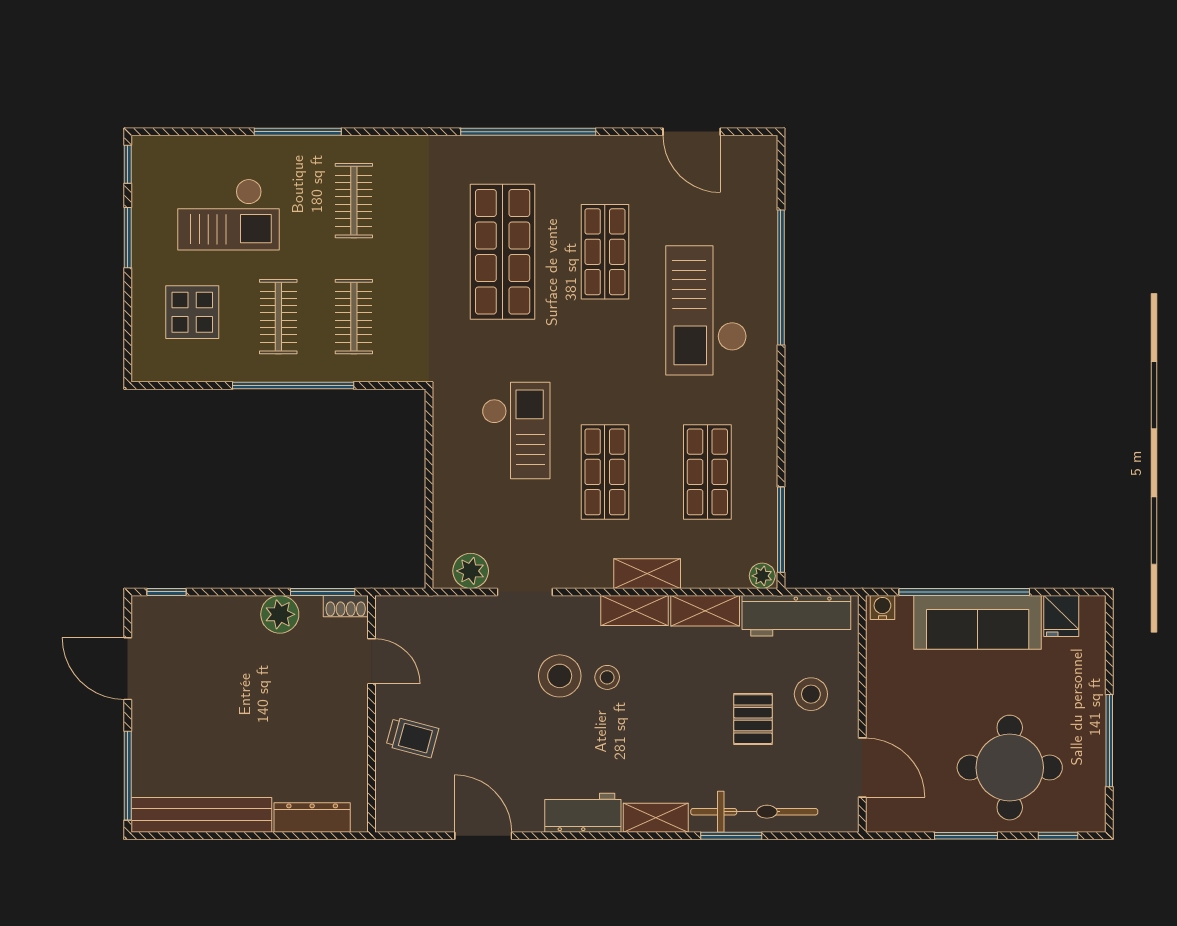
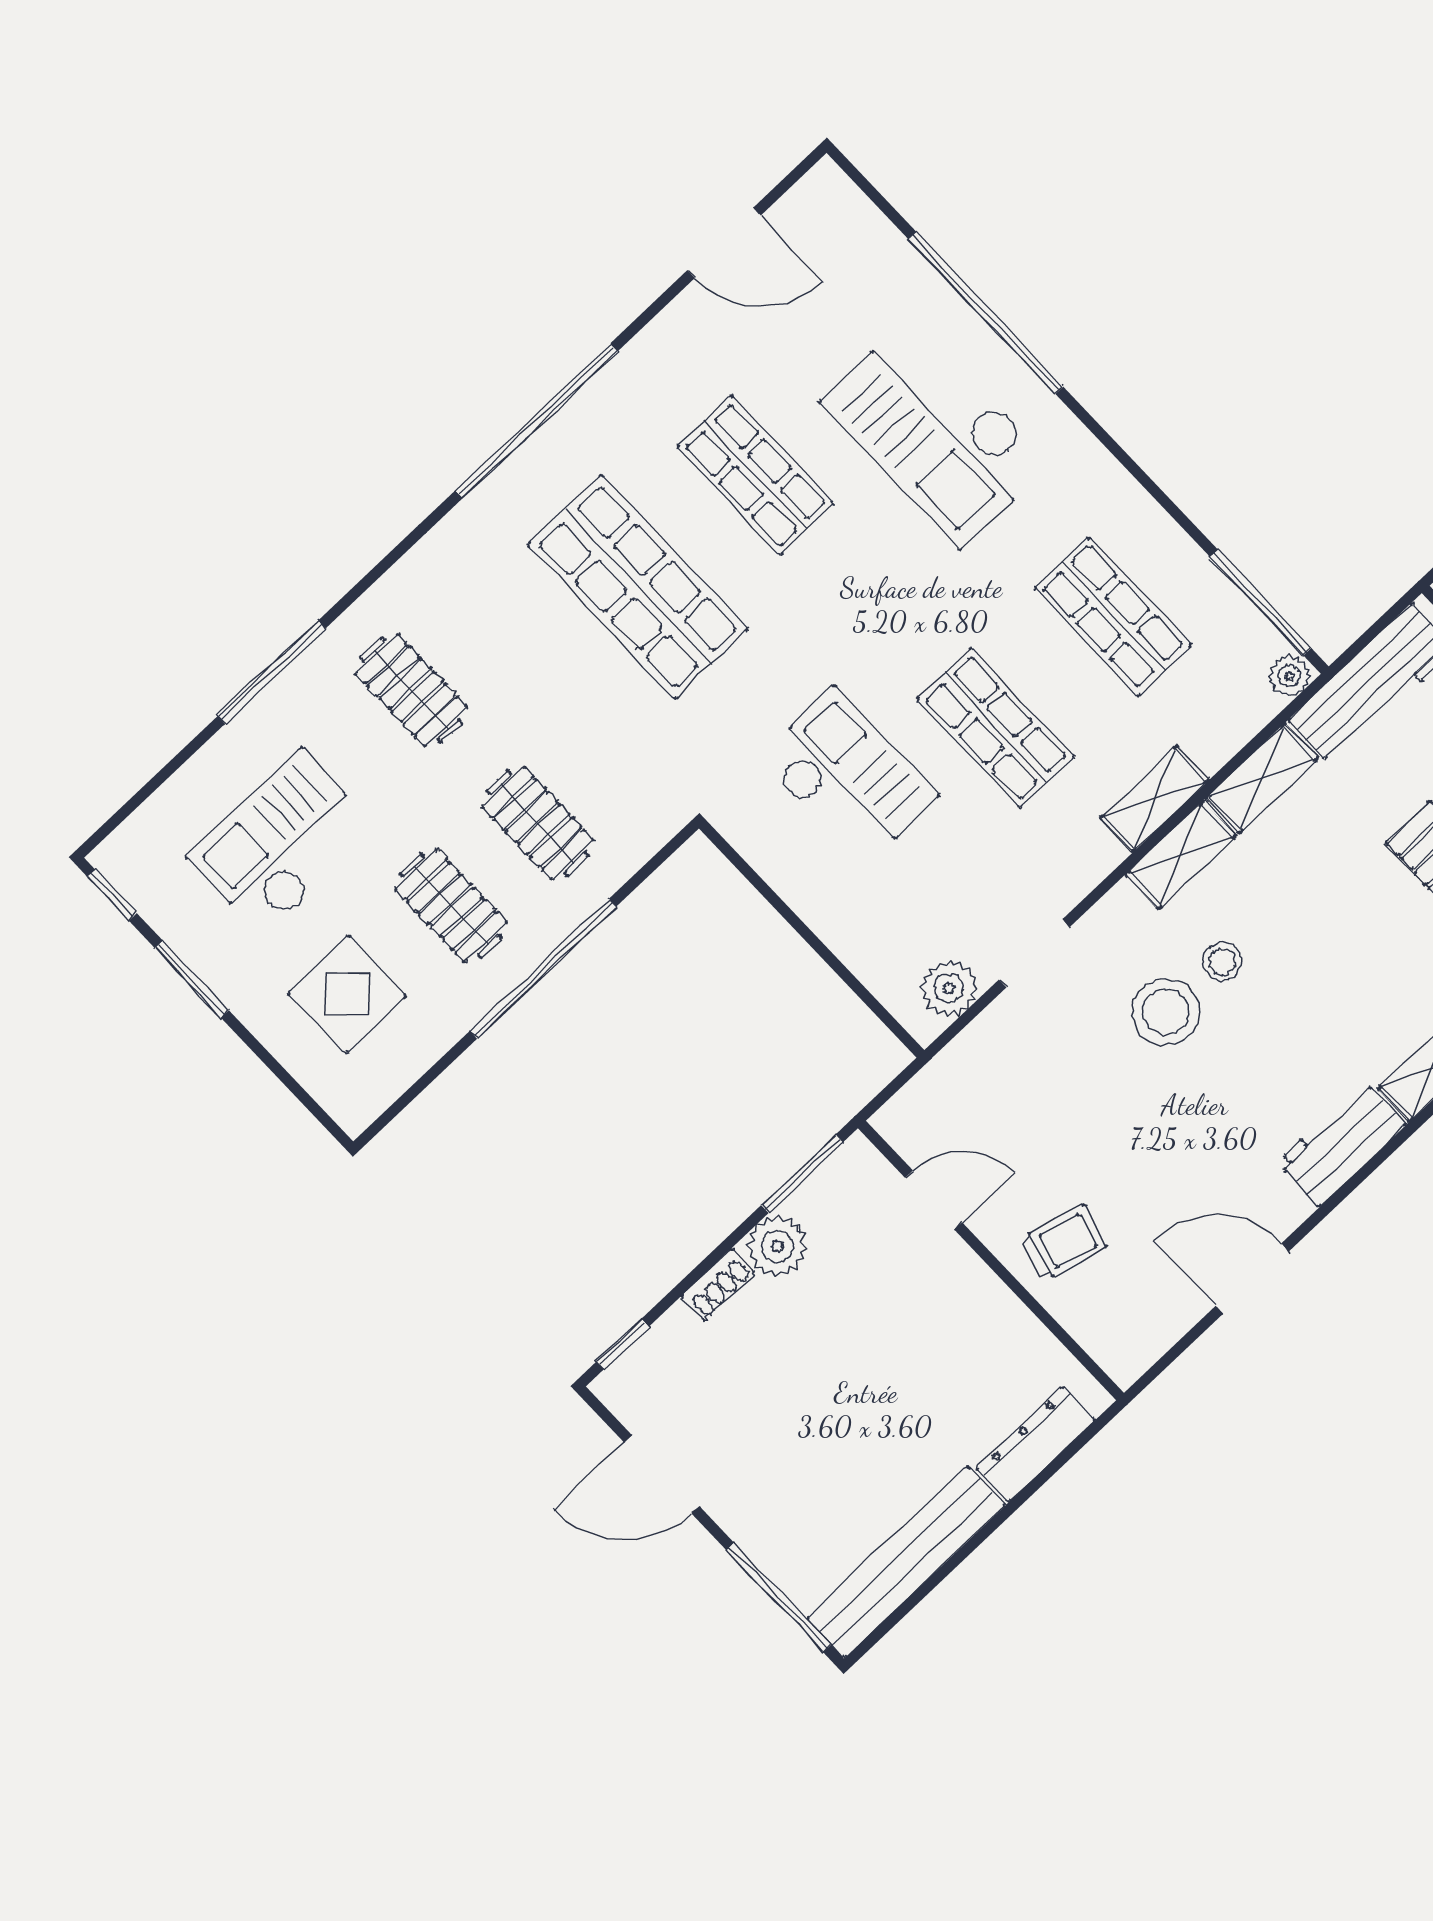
checkout: (228, 214) -> (282, 843), turned 180
shoe rack: (346, 606) -> (718, 1284), moved

